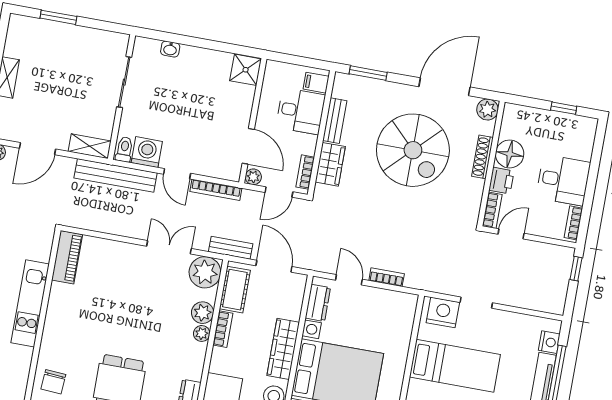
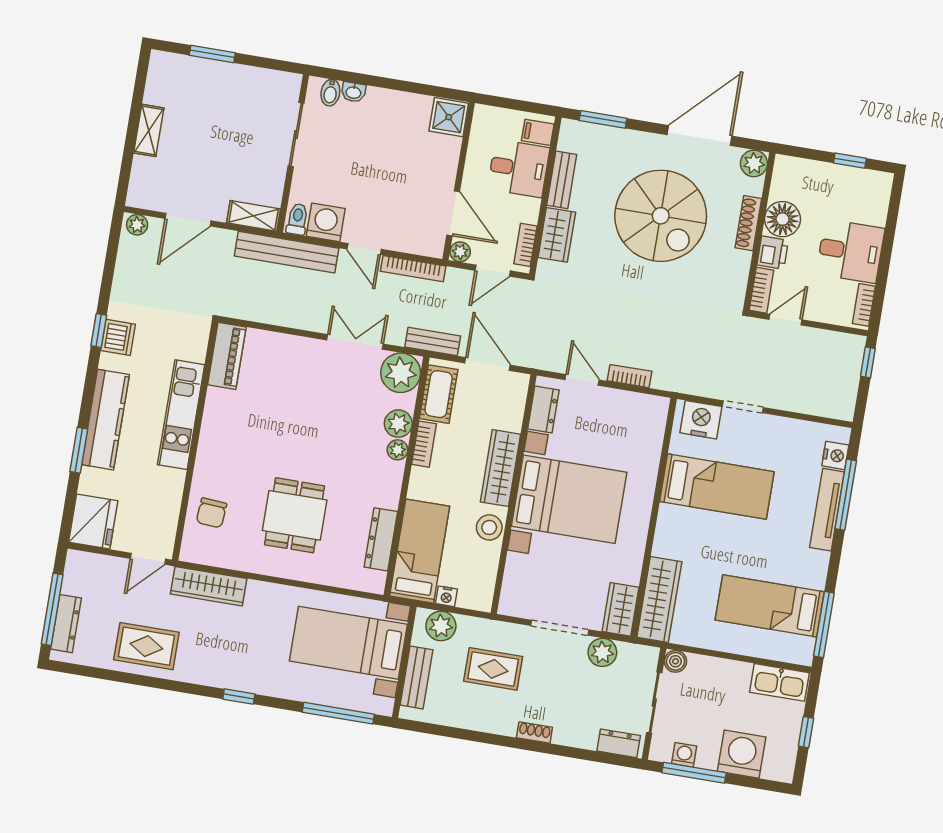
bidet: (152, 49) -> (330, 93), added

